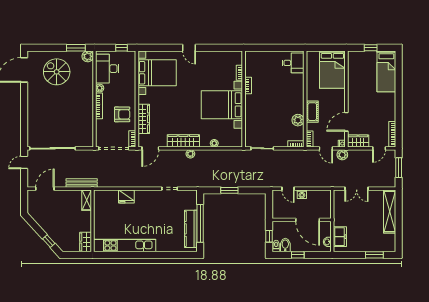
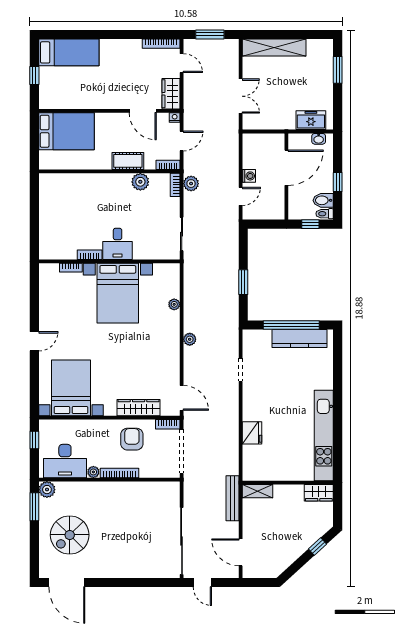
desk: (293, 63) -> (118, 244), moved, turned 180
wardrobe: (183, 141) -> (171, 350), removed
plant: (342, 155) -> (191, 184), moved

